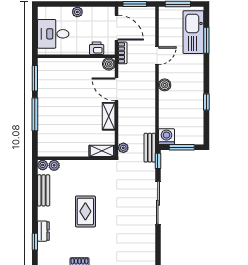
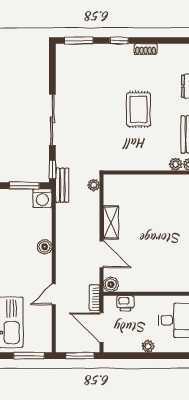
boiler: (165, 85) -> (45, 247), moved
shelving: (102, 151) -> (119, 181), removed

